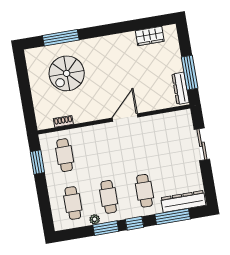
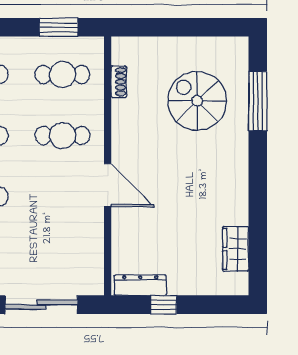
window: (190, 73) -> (164, 305), width x0.46
sliding door: (202, 144) -> (41, 305), width x1.37
cafe table: (100, 149) -> (62, 135), added

